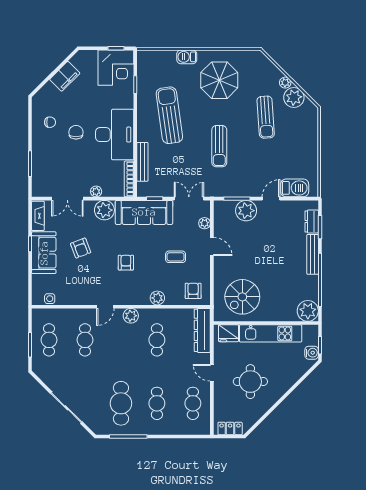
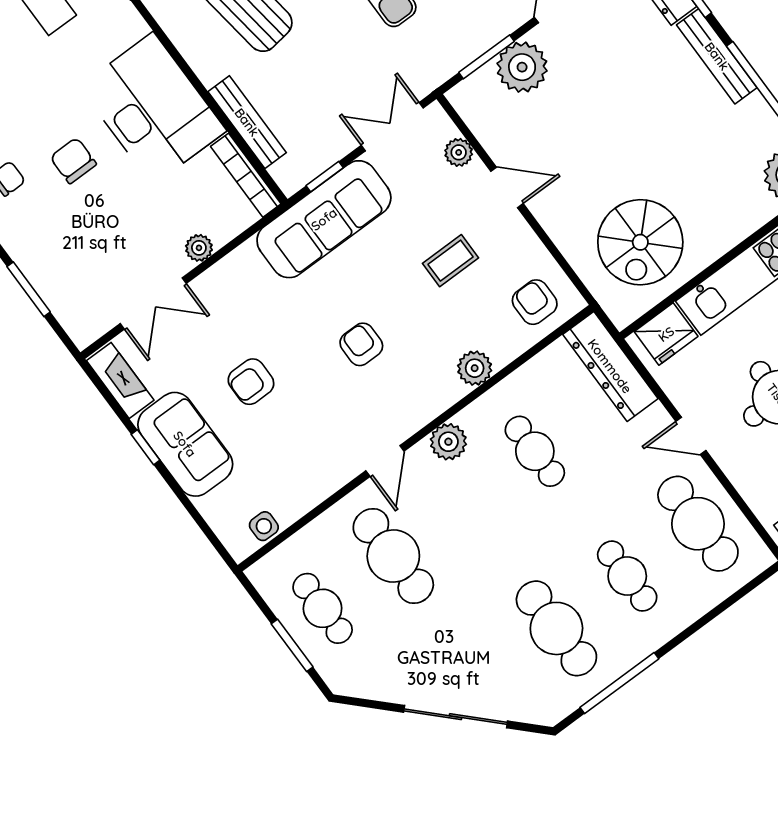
plant: (104, 210) -> (243, 272), removed
armchair: (81, 248) -> (251, 382), turned 111
cafe table: (85, 340) -> (393, 556), width x1.37, depth x1.35
cafe table: (193, 403) -> (698, 524), width x1.37, depth x1.35

